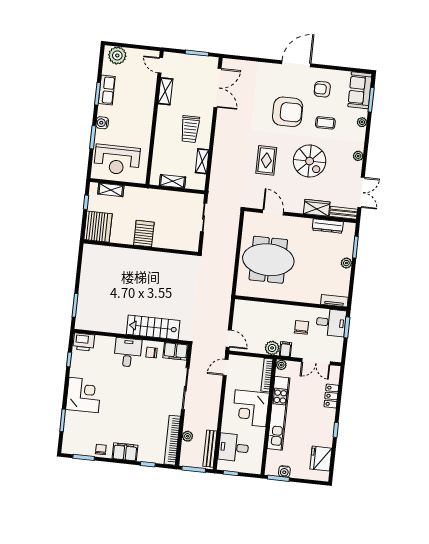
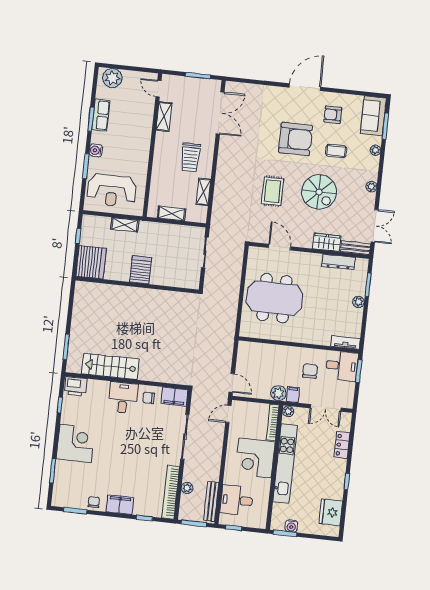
shelving: (111, 190) -> (125, 225), moved
stairs: (153, 327) -> (110, 366), moved

